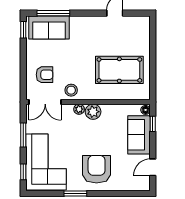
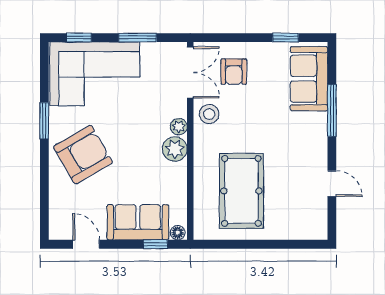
window: (53, 13) -> (332, 110), moved
window: (23, 30) -> (285, 38), moved
double door: (45, 102) -> (190, 72), swing flipped
armchair: (97, 169) -> (83, 155), turned -30

